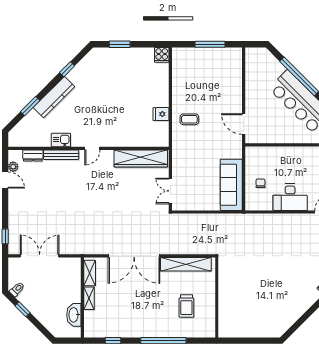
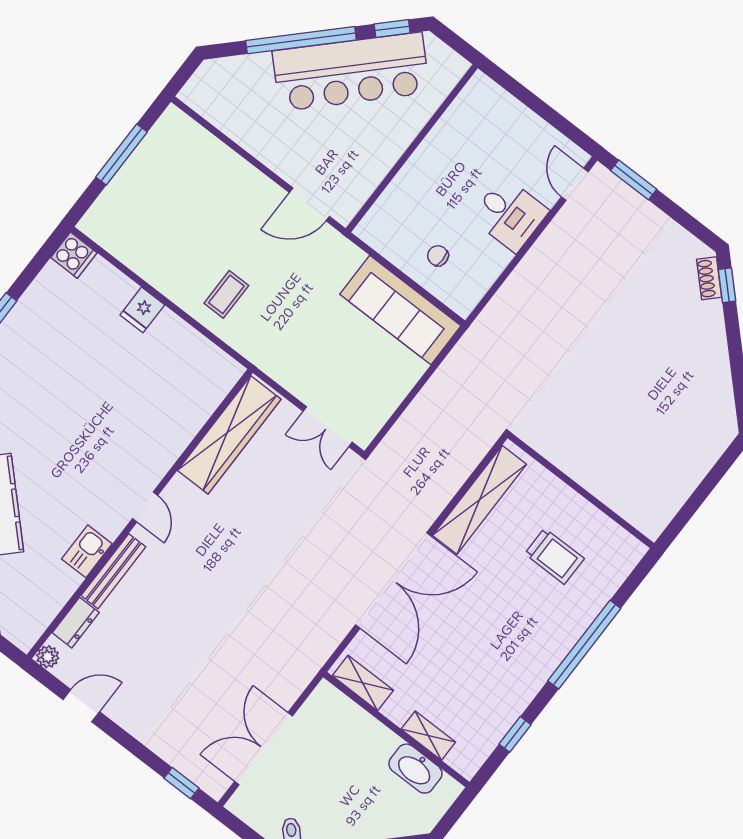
fridge: (161, 114) -> (142, 310), moved
plant: (13, 167) -> (48, 657), moved
desk: (290, 197) -> (510, 214), width x0.73
shelving: (89, 298) -> (428, 736), moved

